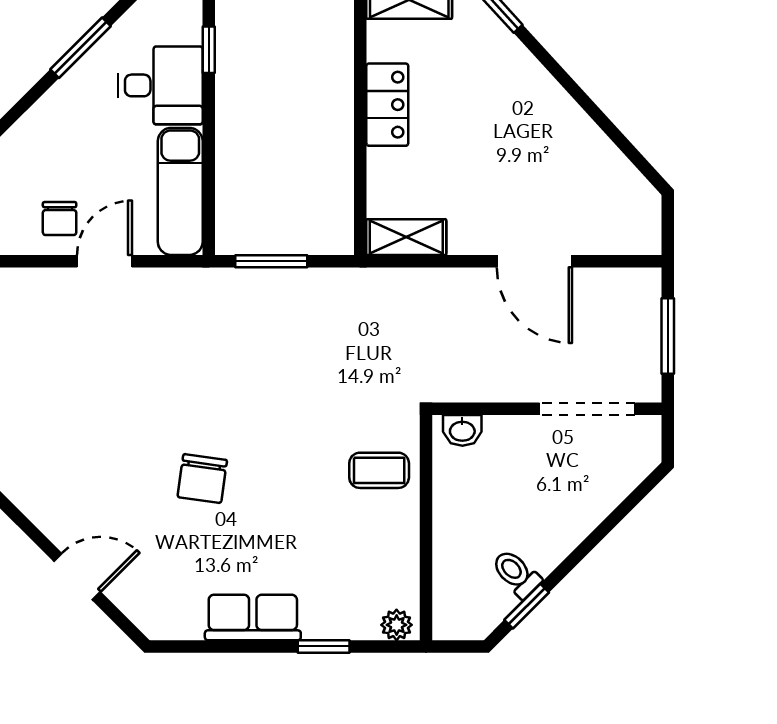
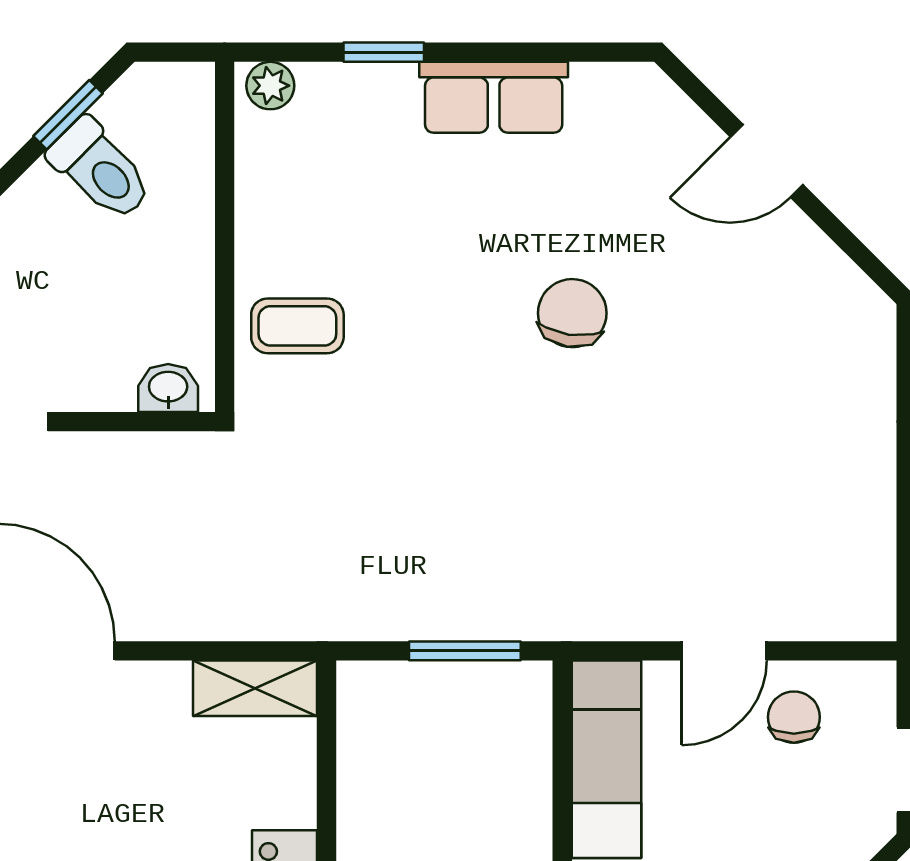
toilet: (516, 574) -> (101, 170), width x1.37, depth x1.39

